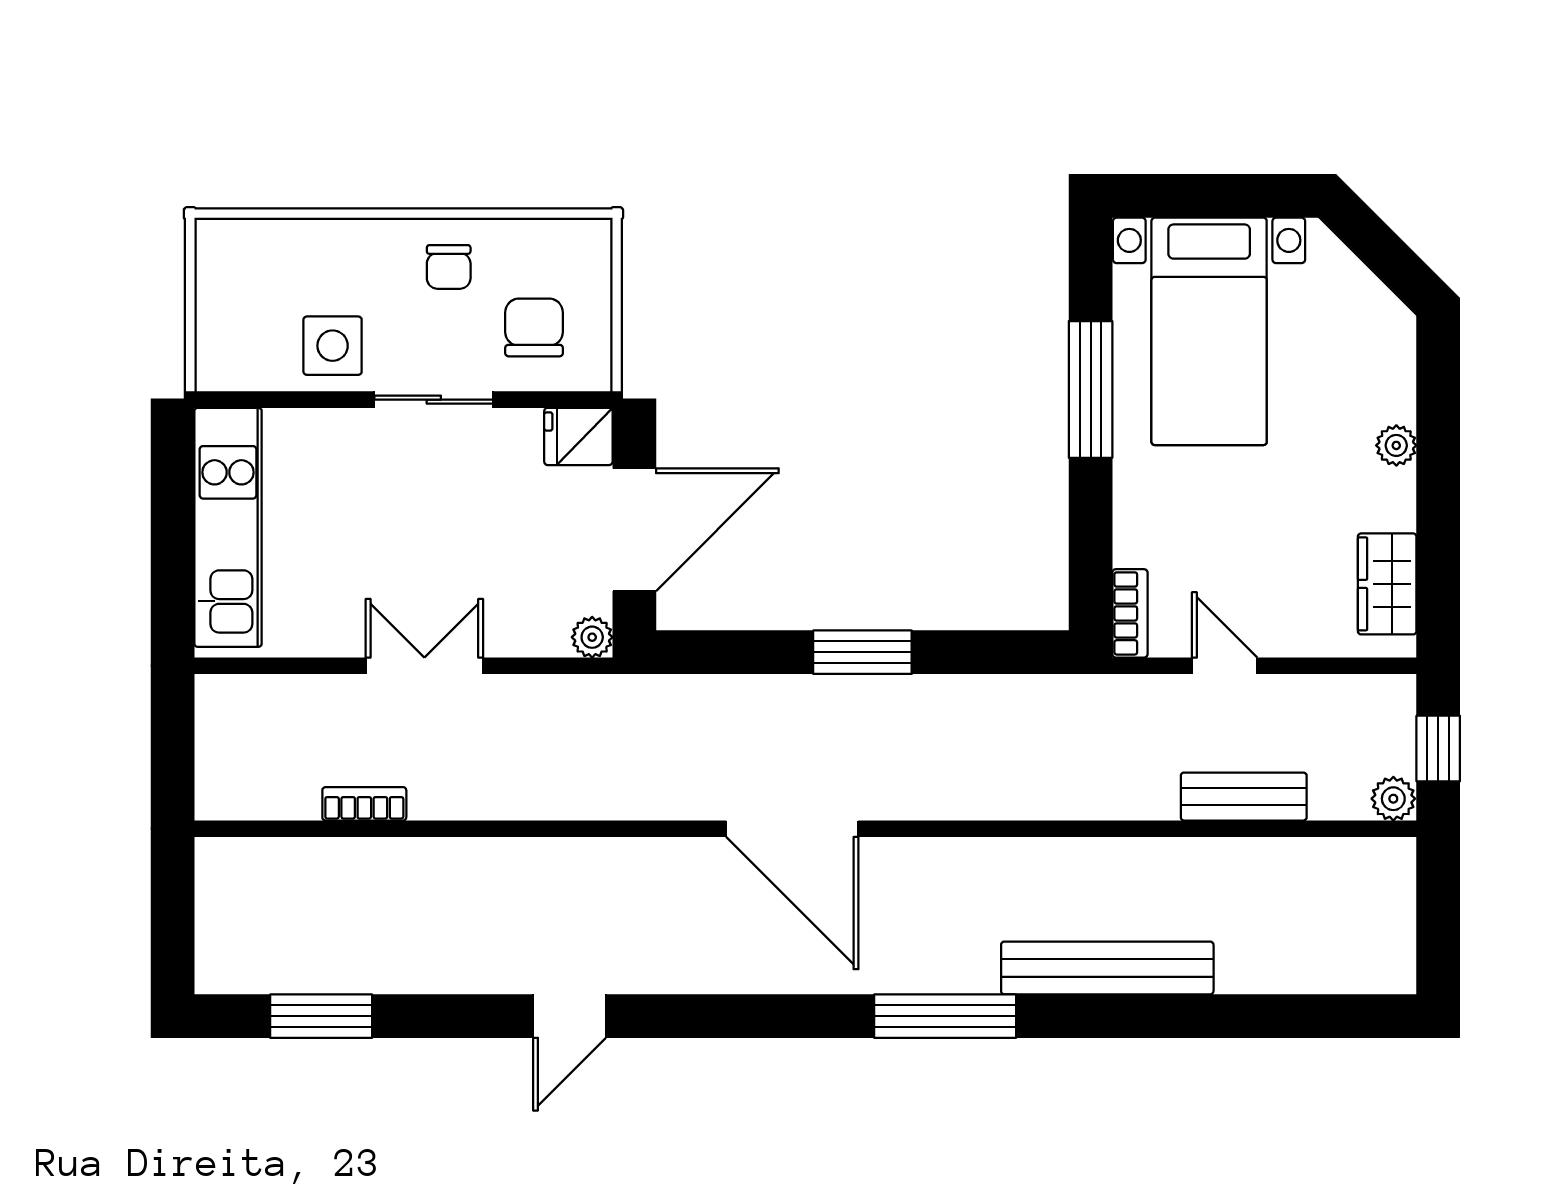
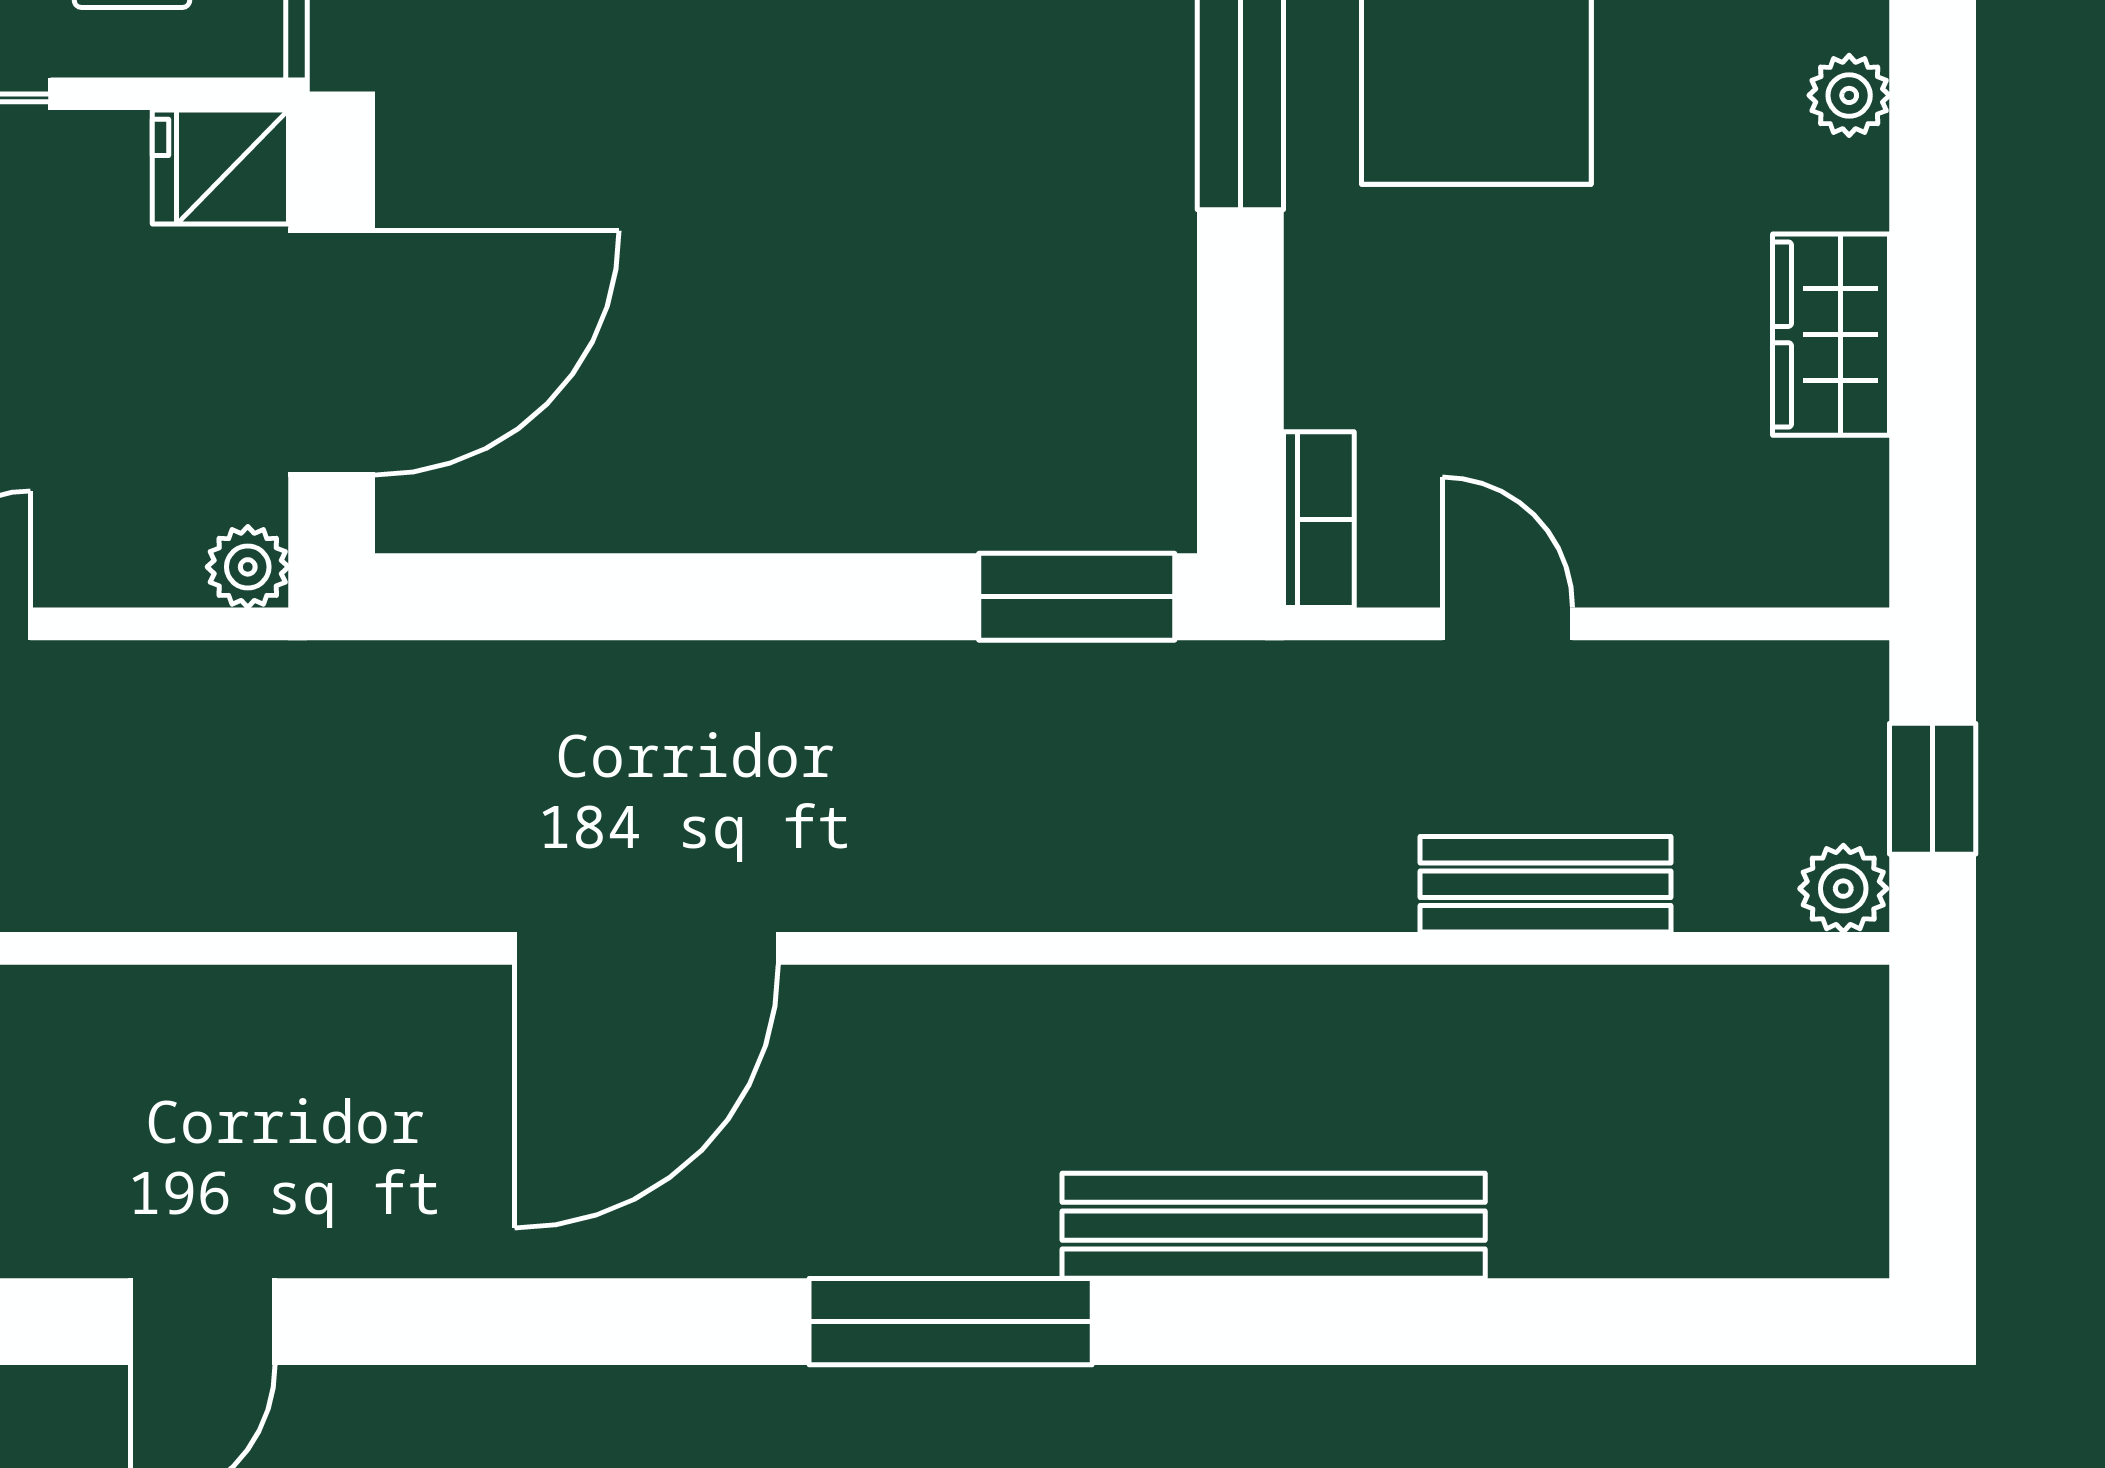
plant: (1396, 445) -> (1849, 95), moved
wardrobe: (1387, 584) -> (1831, 335), moved
window: (862, 652) -> (1077, 597), moved
door: (792, 829) -> (646, 948), hinge flipped

